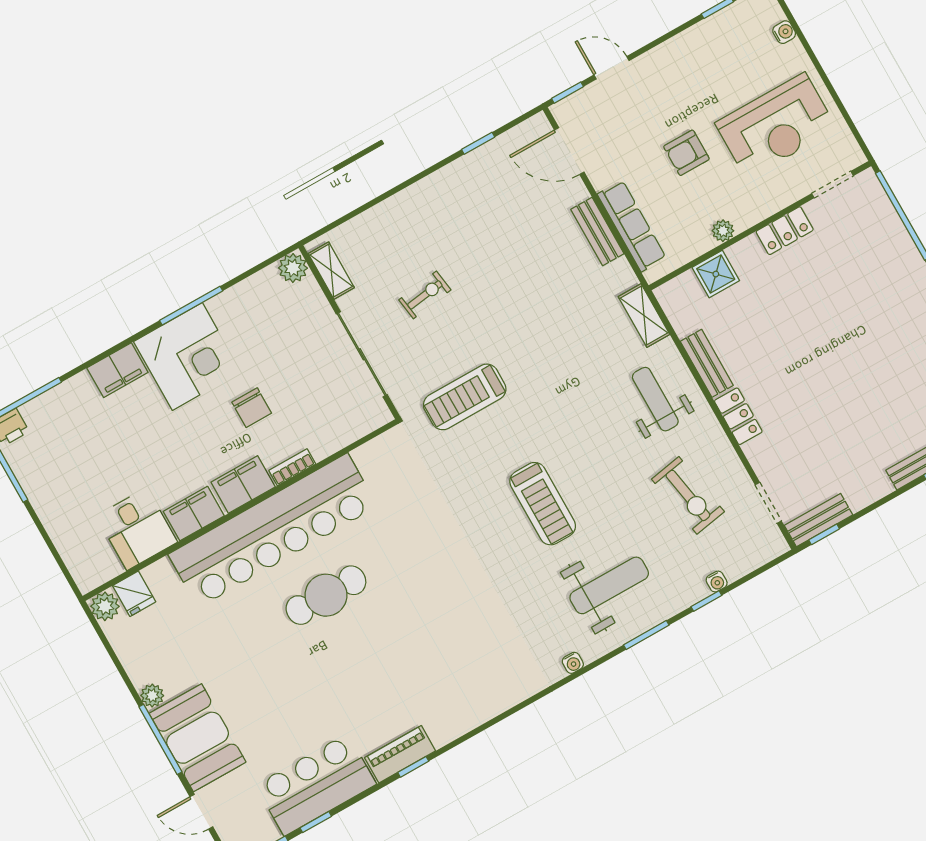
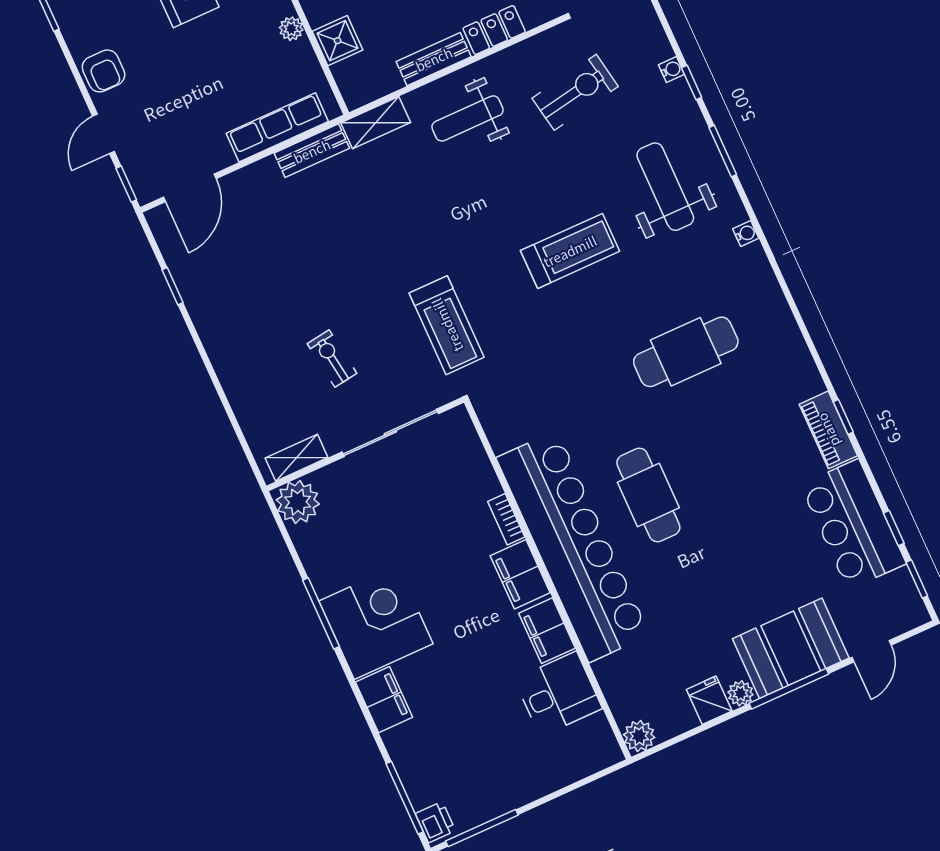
armchair: (686, 153) -> (104, 71), moved
bench: (597, 231) -> (312, 151), moved
plant: (293, 268) -> (298, 502), width x1.36, depth x1.36
chair: (252, 408) -> (438, 557), removed
fridge: (134, 594) -> (709, 700), moved, turned -90
cafe table: (460, 618) -> (686, 352), added

